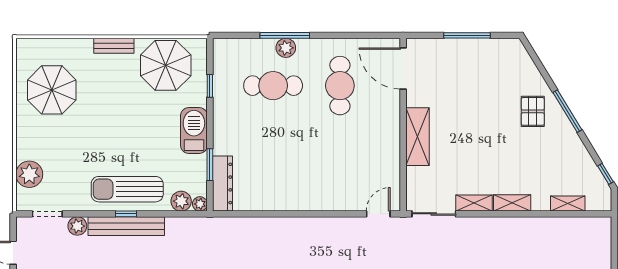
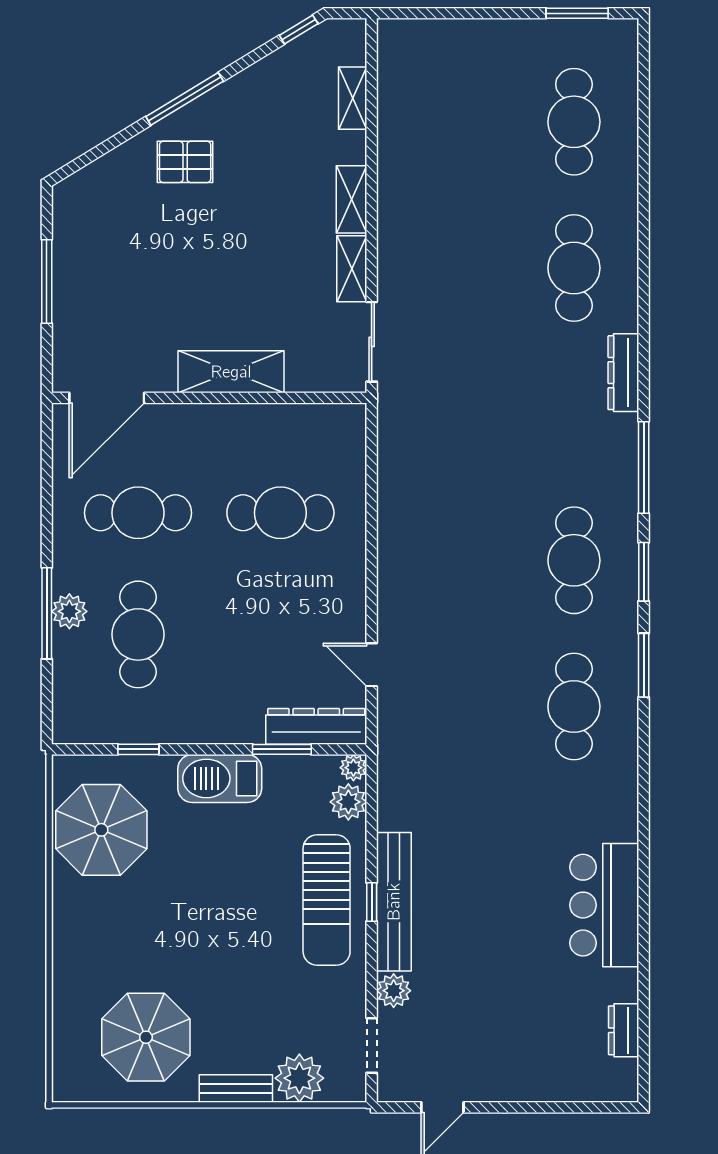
bench: (114, 46) -> (236, 1089), moved, turned 90
cafe table: (340, 164) -> (280, 513), added
door: (378, 214) -> (372, 665), moved

